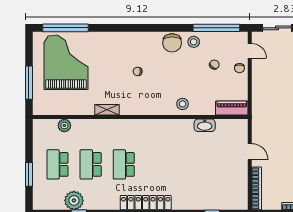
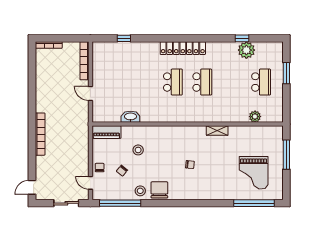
grand piano: (66, 62) -> (254, 173), width x0.73, depth x0.68
stool: (183, 104) -> (138, 150), moved
school desk: (91, 164) -> (173, 82), moved

